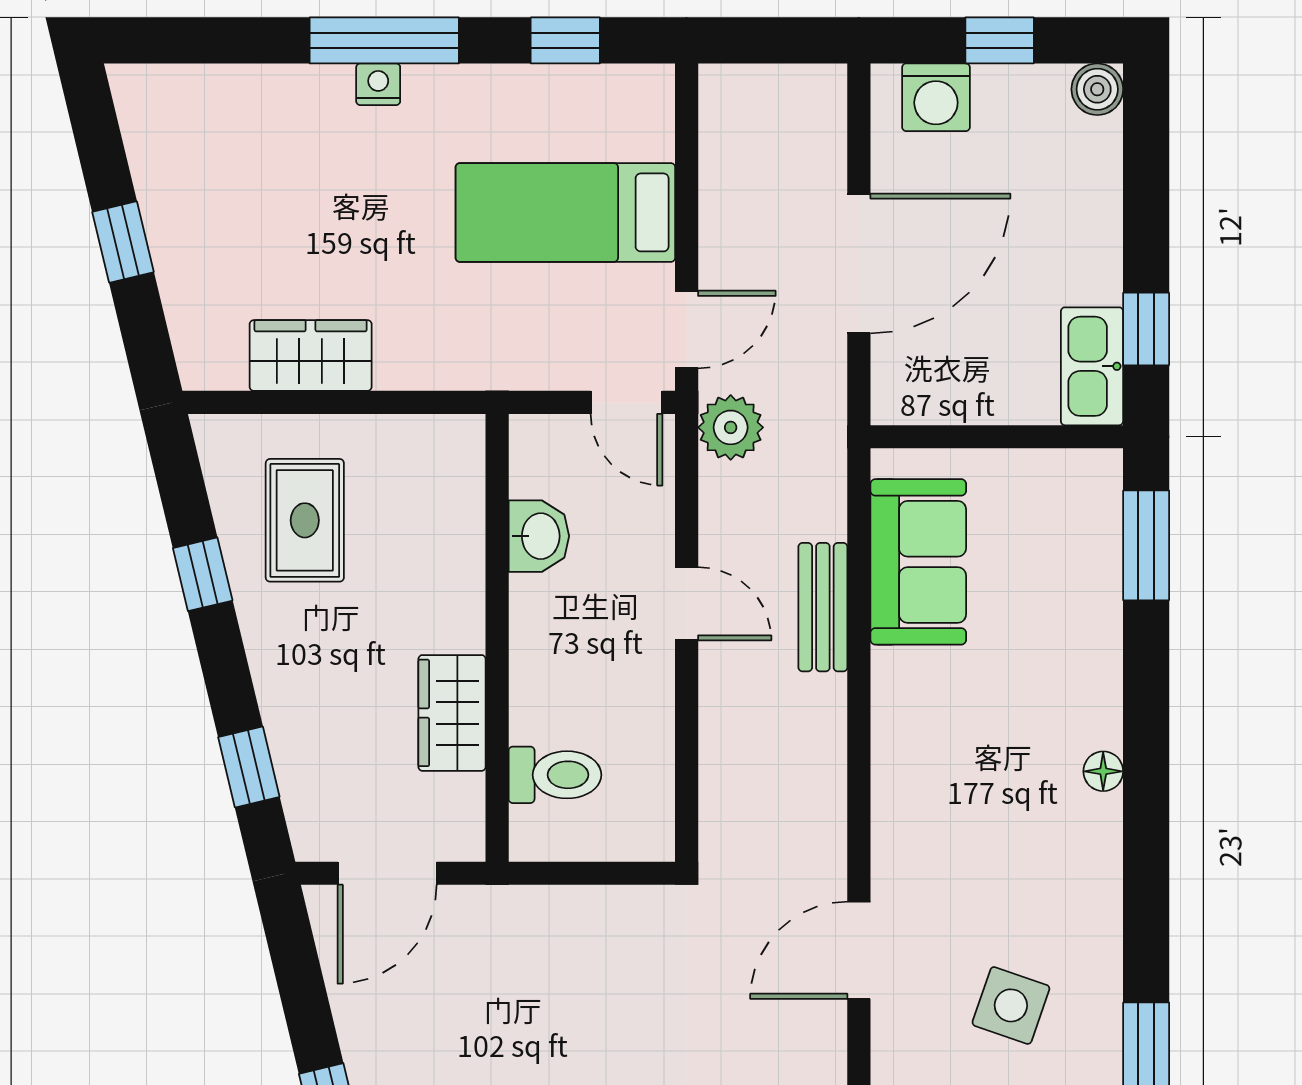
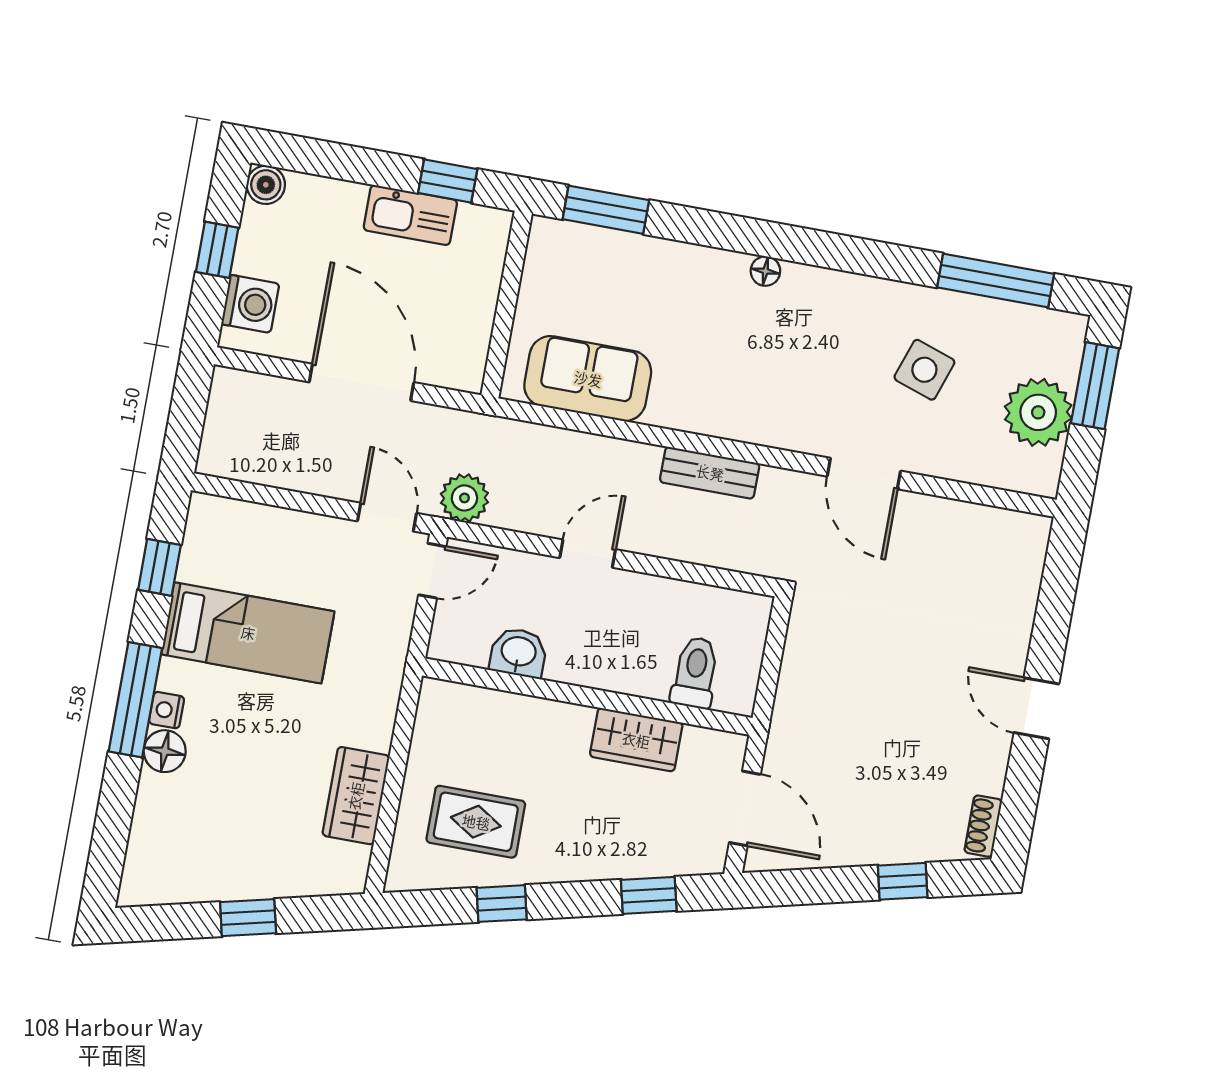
floor lamp: (323, 92) -> (165, 751), added
bed: (565, 212) -> (248, 633), moved, turned -90
kitchen sink: (1092, 366) -> (410, 215), moved
bench: (823, 607) -> (710, 473), moved

